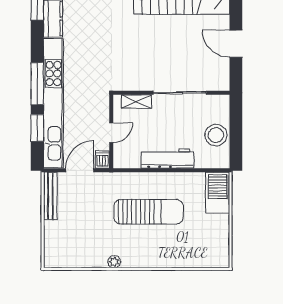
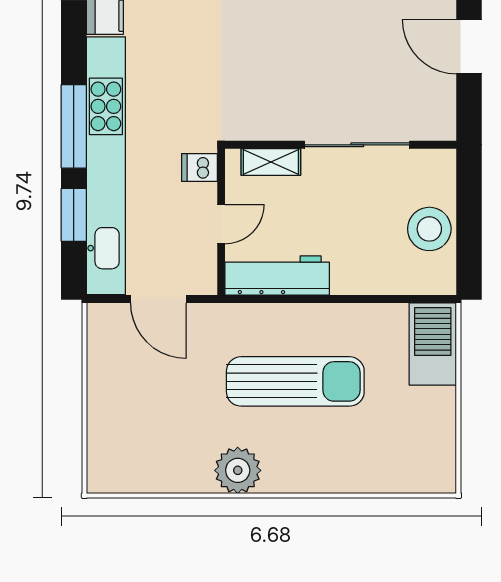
dishwasher: (102, 159) -> (199, 168), moved, turned -90
workbench: (167, 159) -> (277, 276), moved
door: (80, 170) -> (158, 299), swing flipped
bench: (50, 196) -> (100, 350), removed
plant: (114, 262) -> (238, 470), width x1.87, depth x1.87

